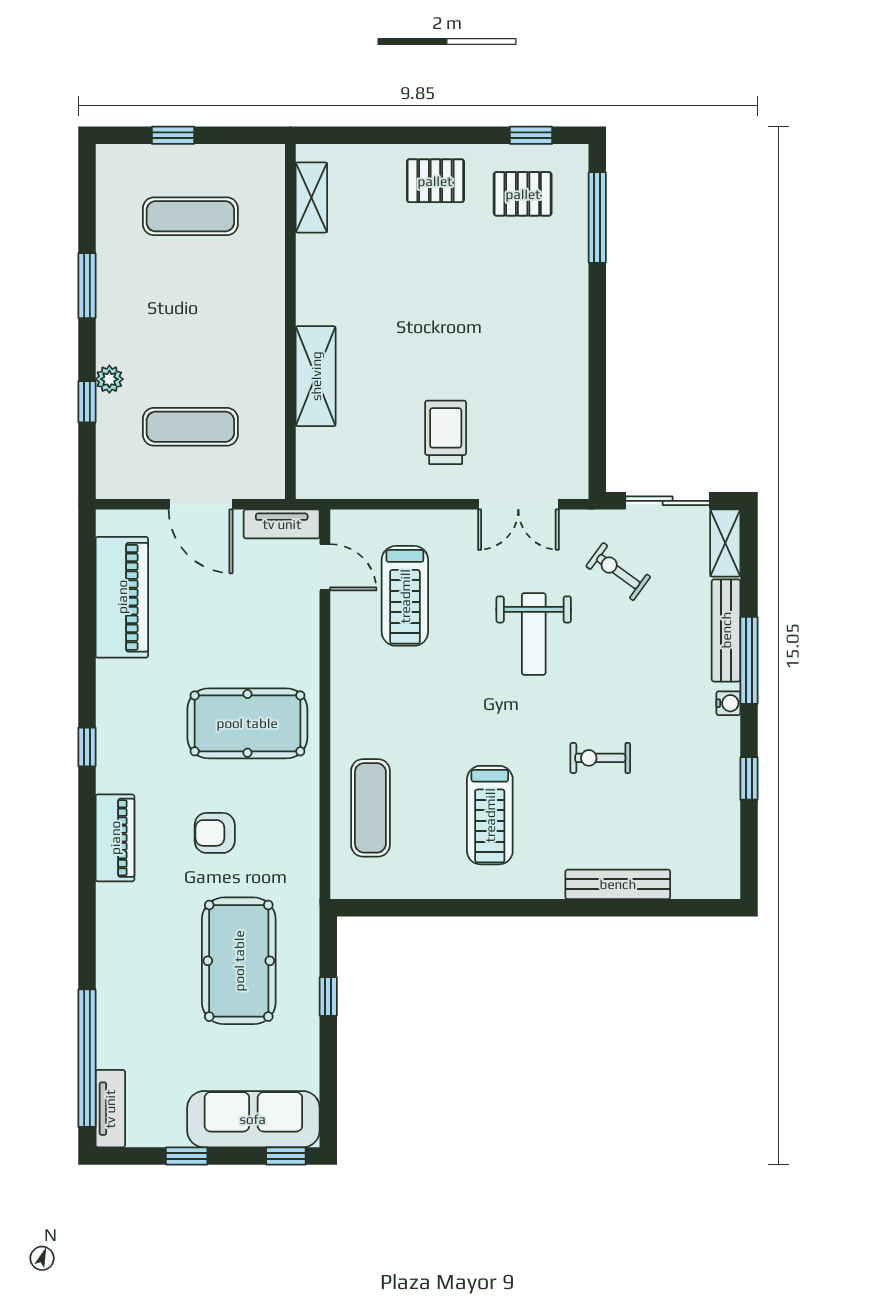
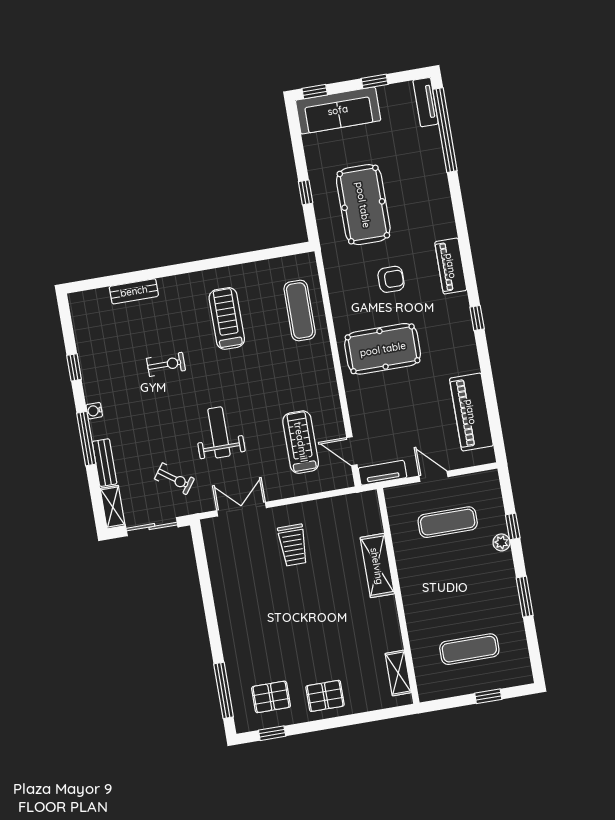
door: (201, 504) -> (433, 476), width x0.73
bench: (726, 630) -> (105, 463), width x0.73
bench: (618, 884) -> (134, 291), width x0.73

